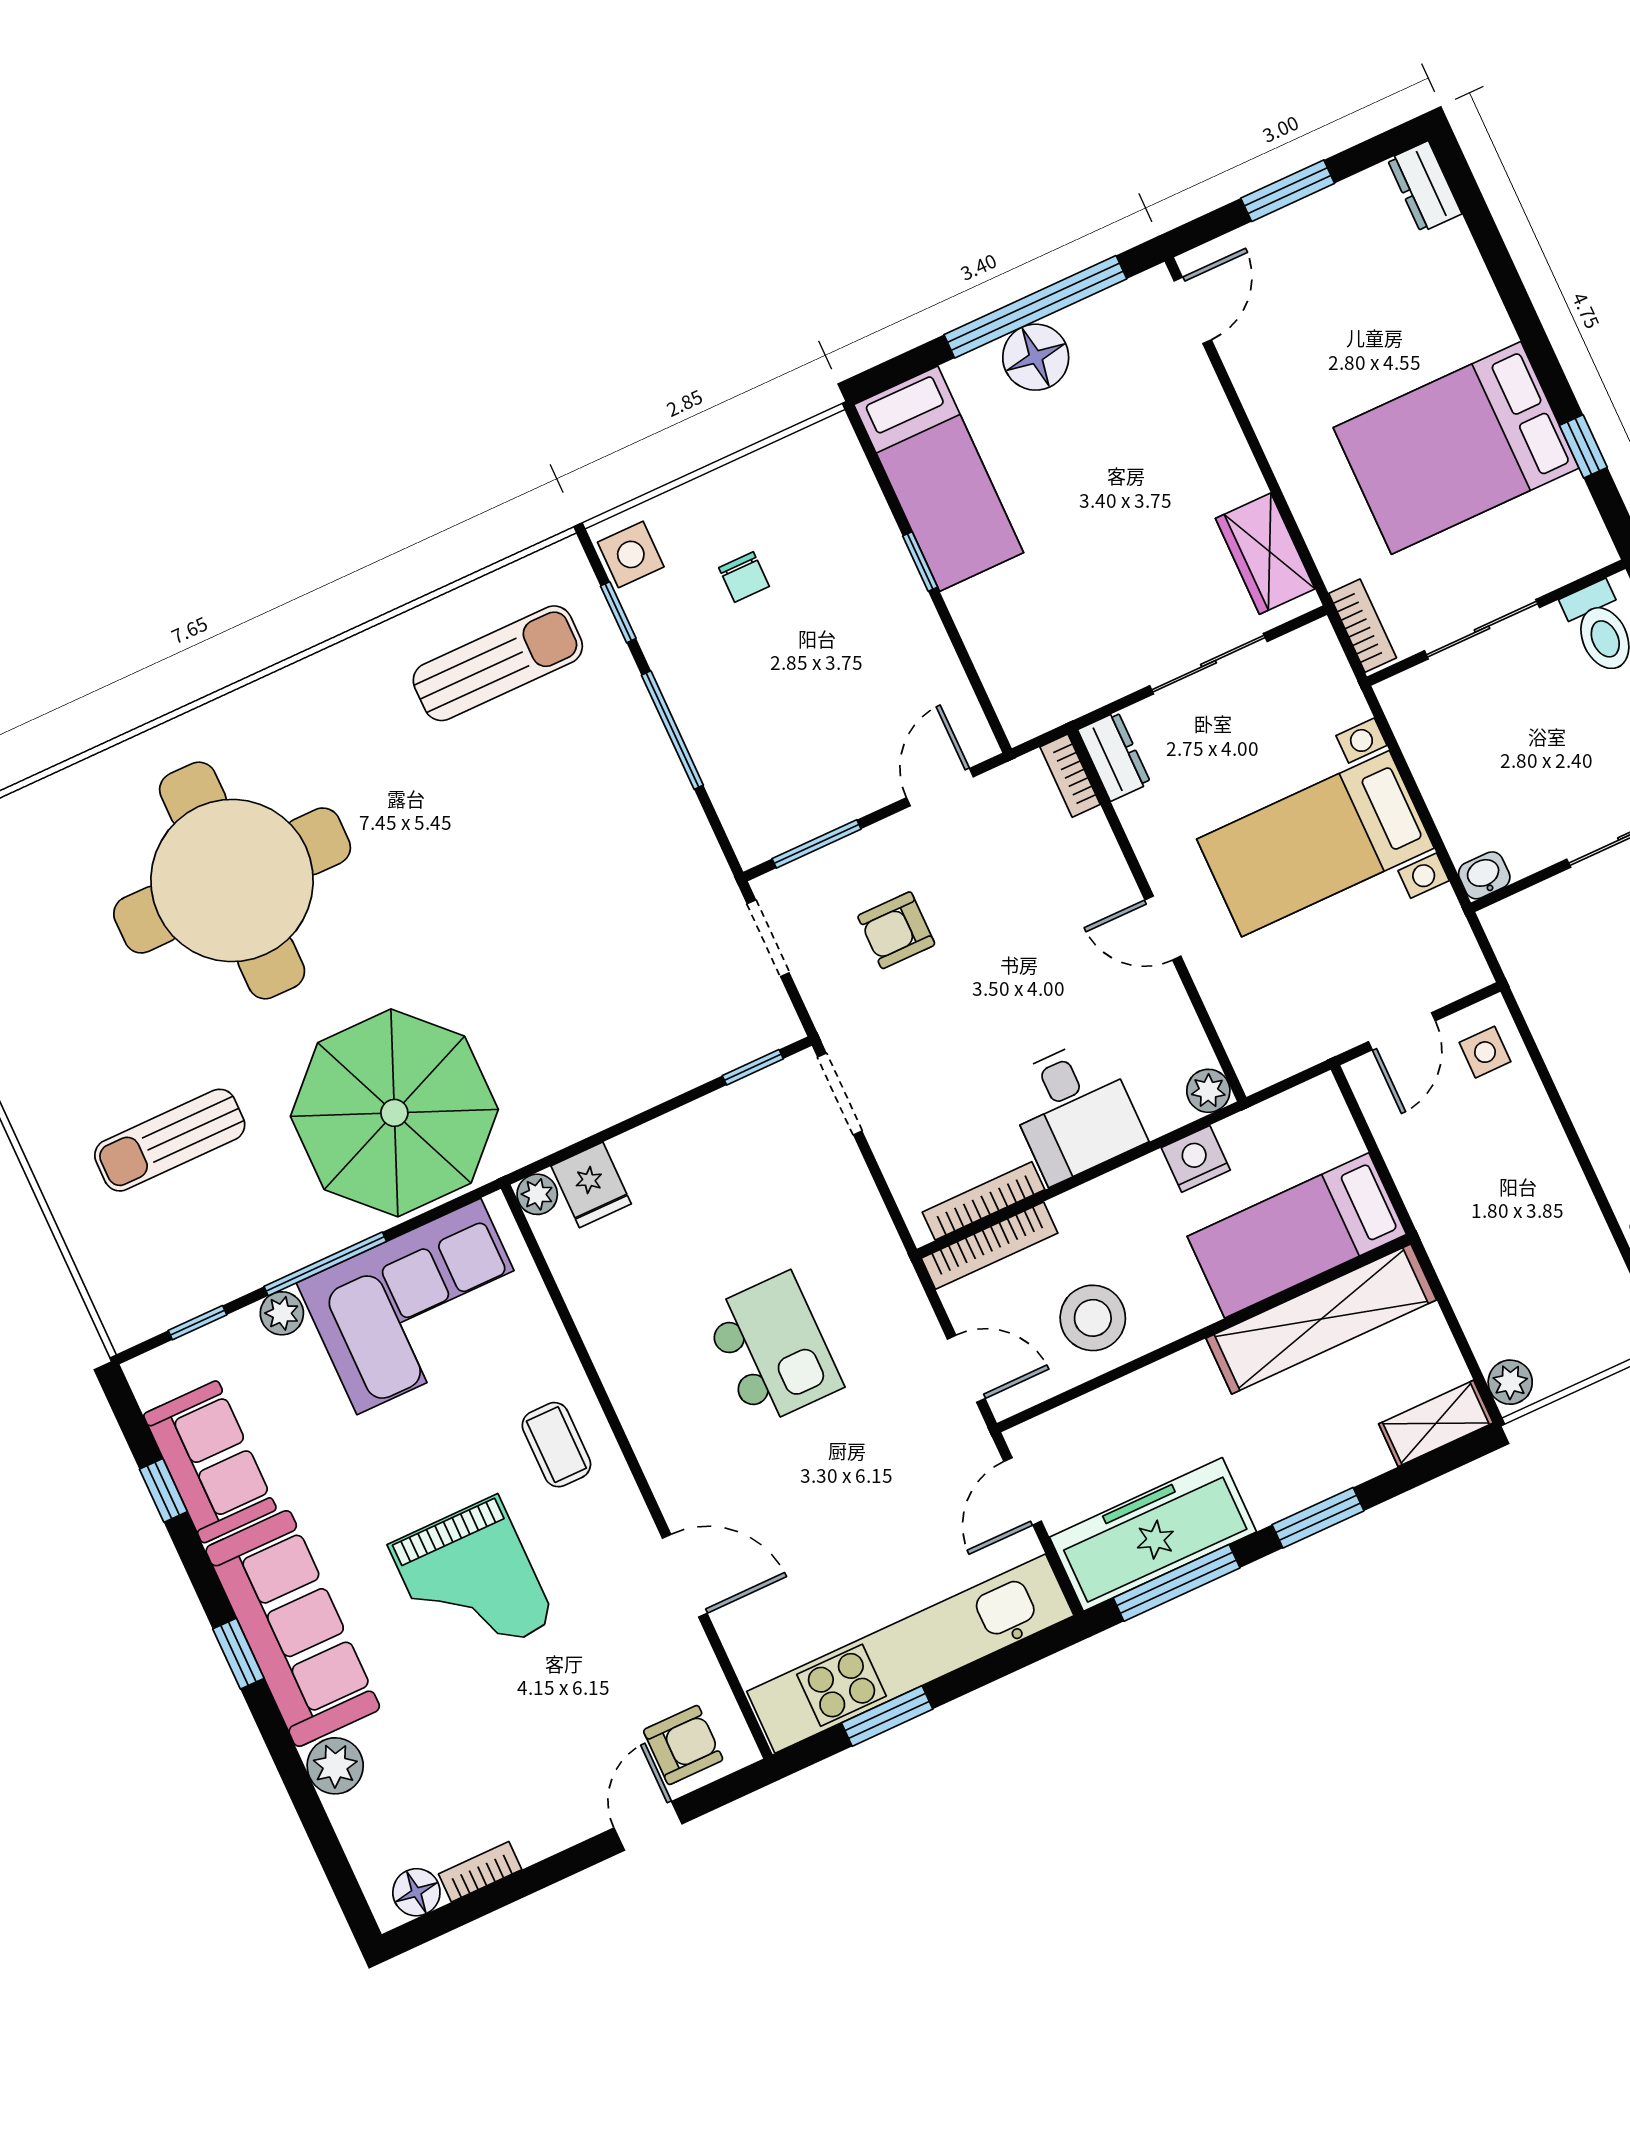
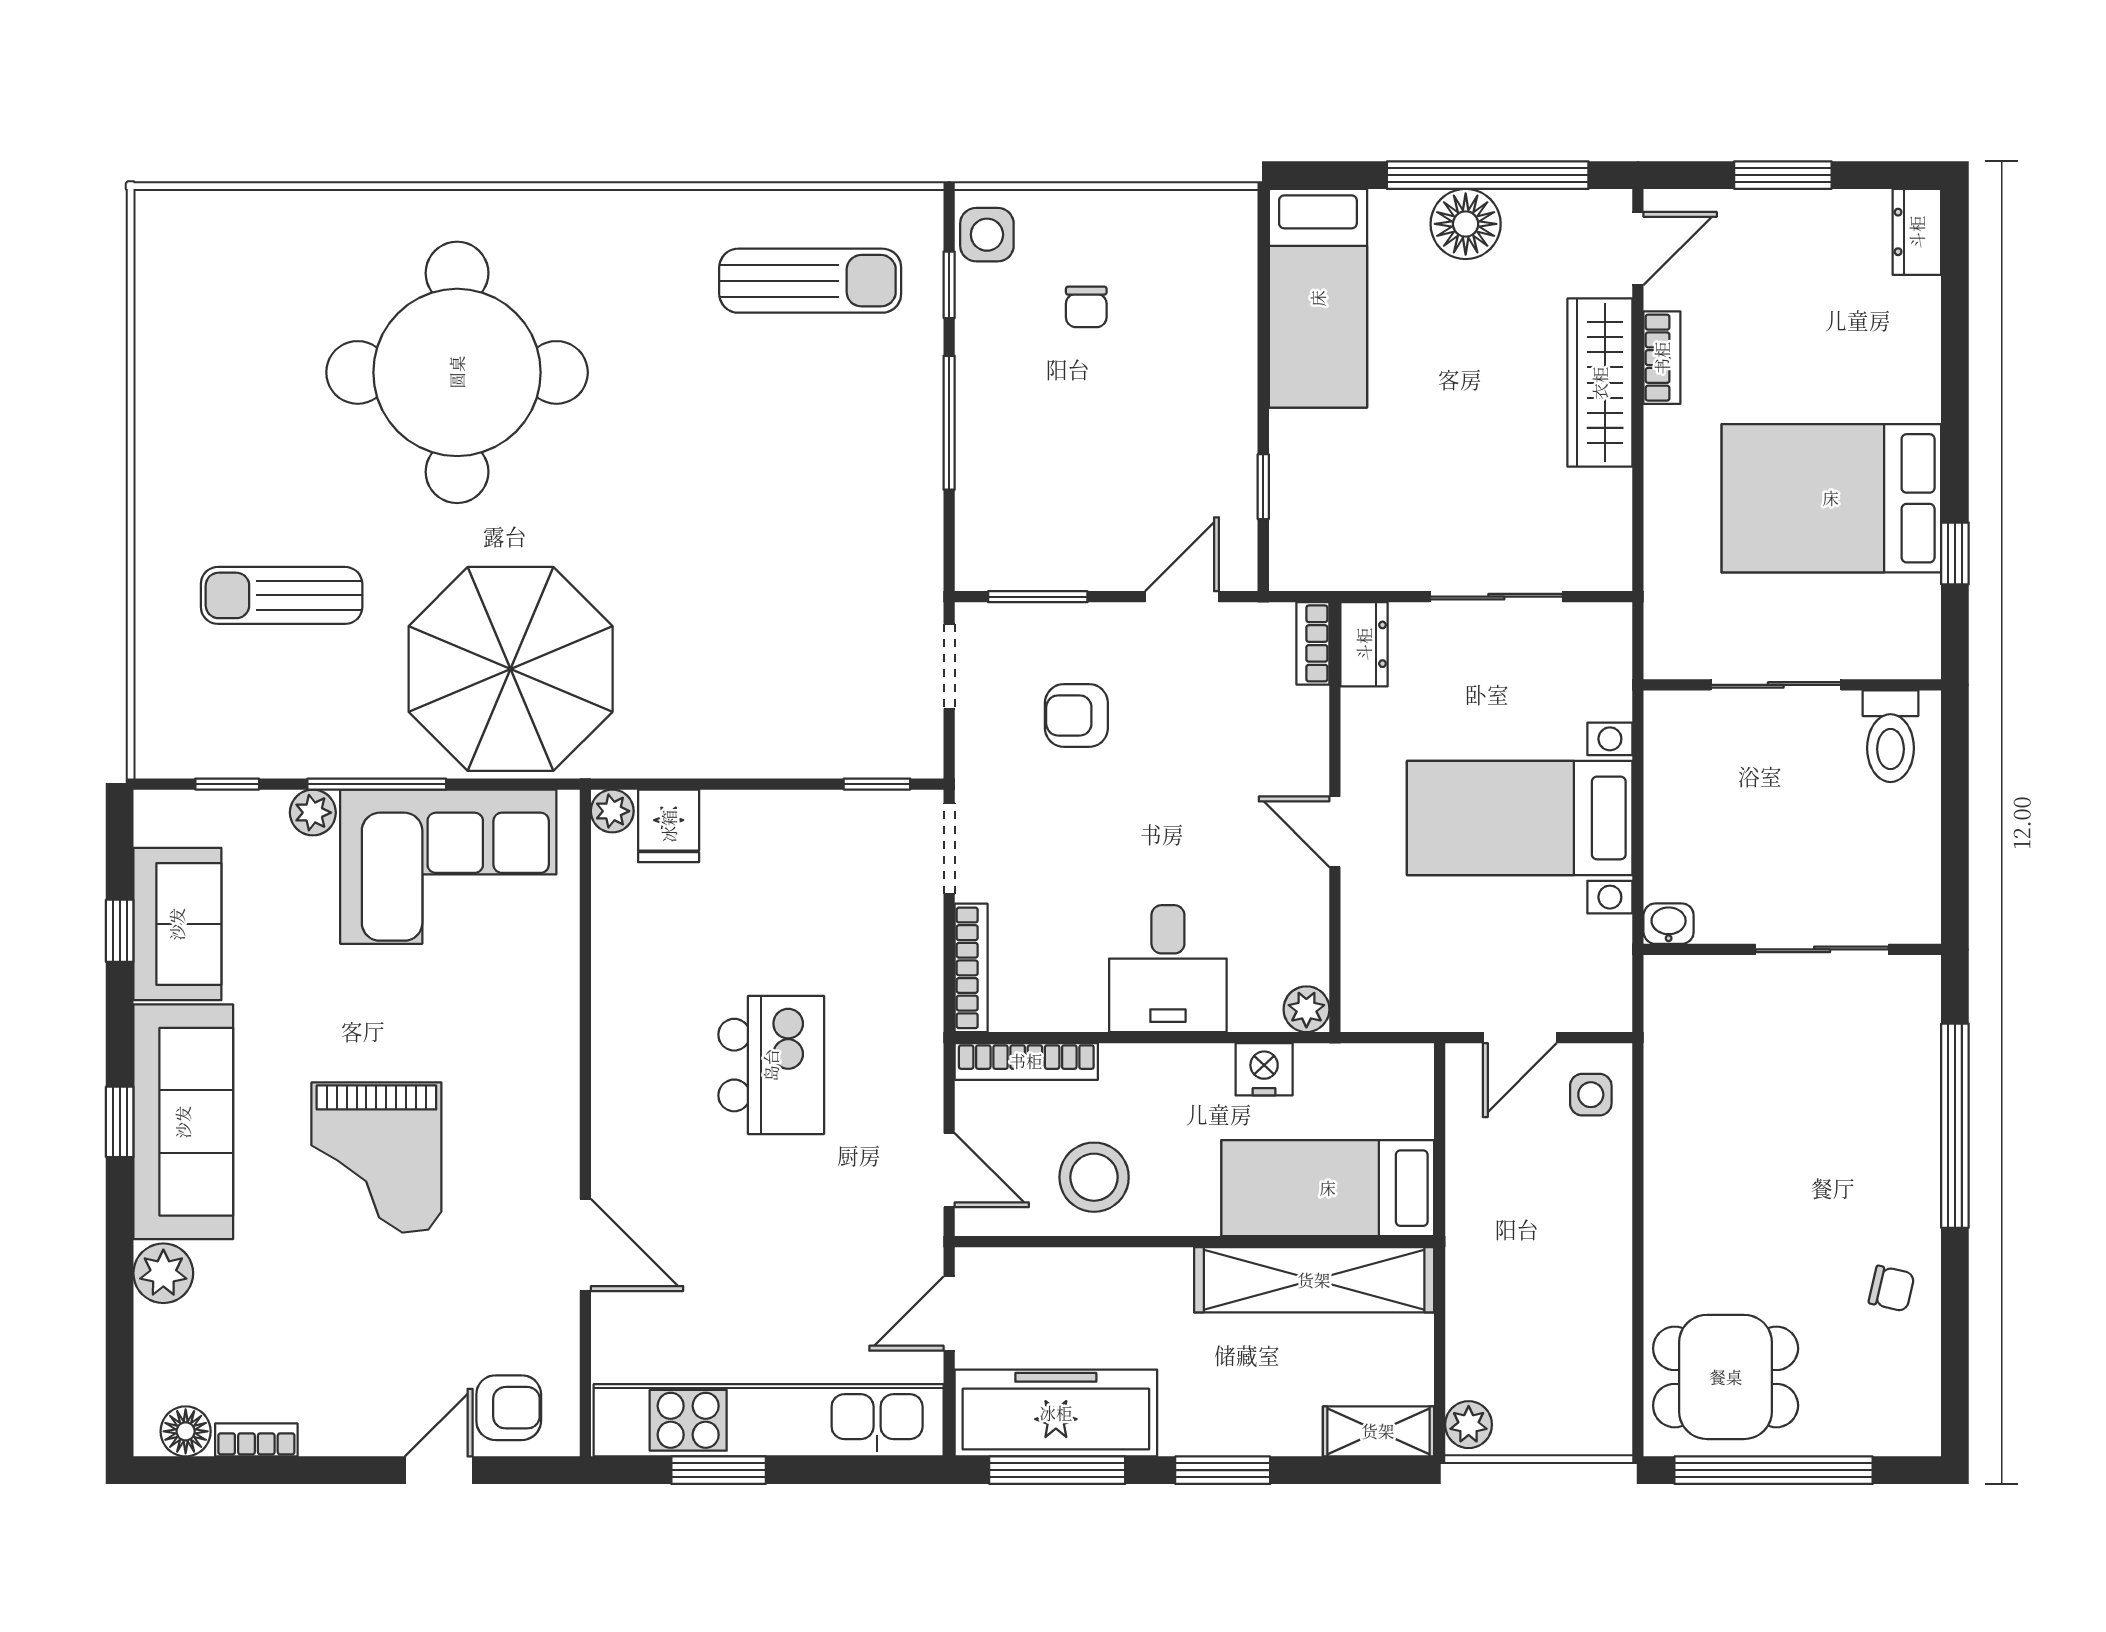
wardrobe: (1265, 554) -> (1600, 383), moved, width x1.50
window: (920, 561) -> (1263, 487), moved
bookcase: (1363, 626) -> (1662, 358), moved
bookcase: (984, 1201) -> (971, 968), moved, turned 90
coffee table: (556, 1445) -> (520, 1061), removed

